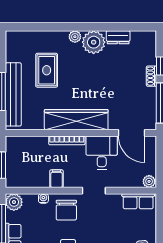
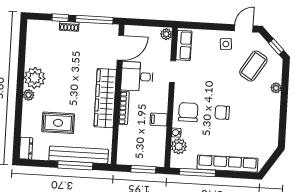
dresser: (118, 37) -> (26, 148), moved
doorway: (94, 191) -> (172, 71), moved
plant: (14, 202) -> (179, 146), moved
chair: (66, 210) -> (188, 112), turned -90

